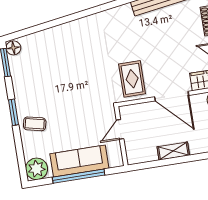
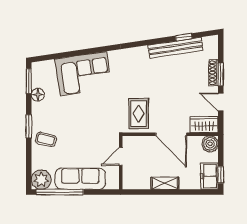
corner sofa: (64, 45) -> (83, 74), added
floor lamp: (13, 48) -> (38, 95), moved
window: (79, 176) -> (60, 192), moved

